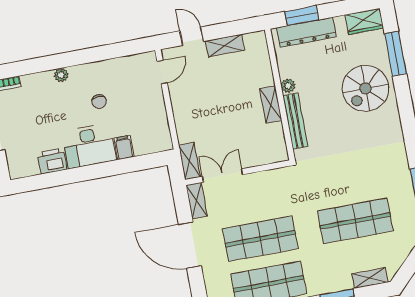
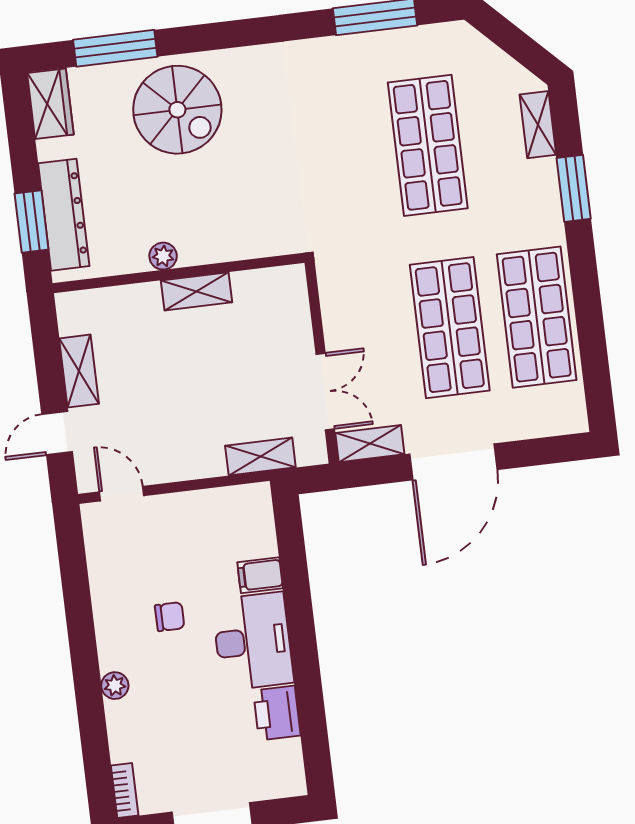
bench: (295, 121) -> (231, 247), removed
shelving: (189, 161) -> (260, 456), moved
double door: (223, 175) -> (325, 391), swing flipped

